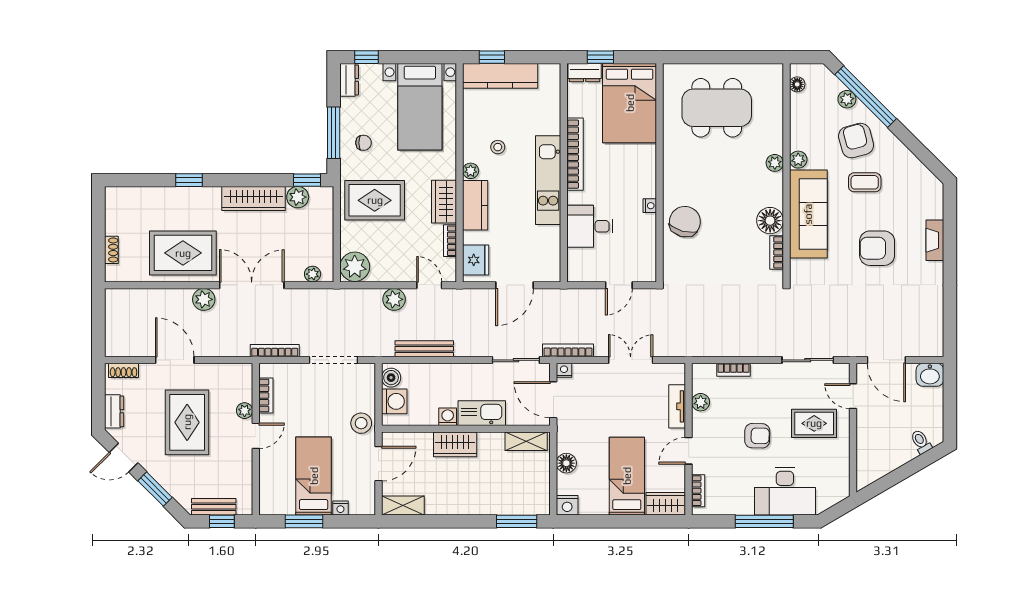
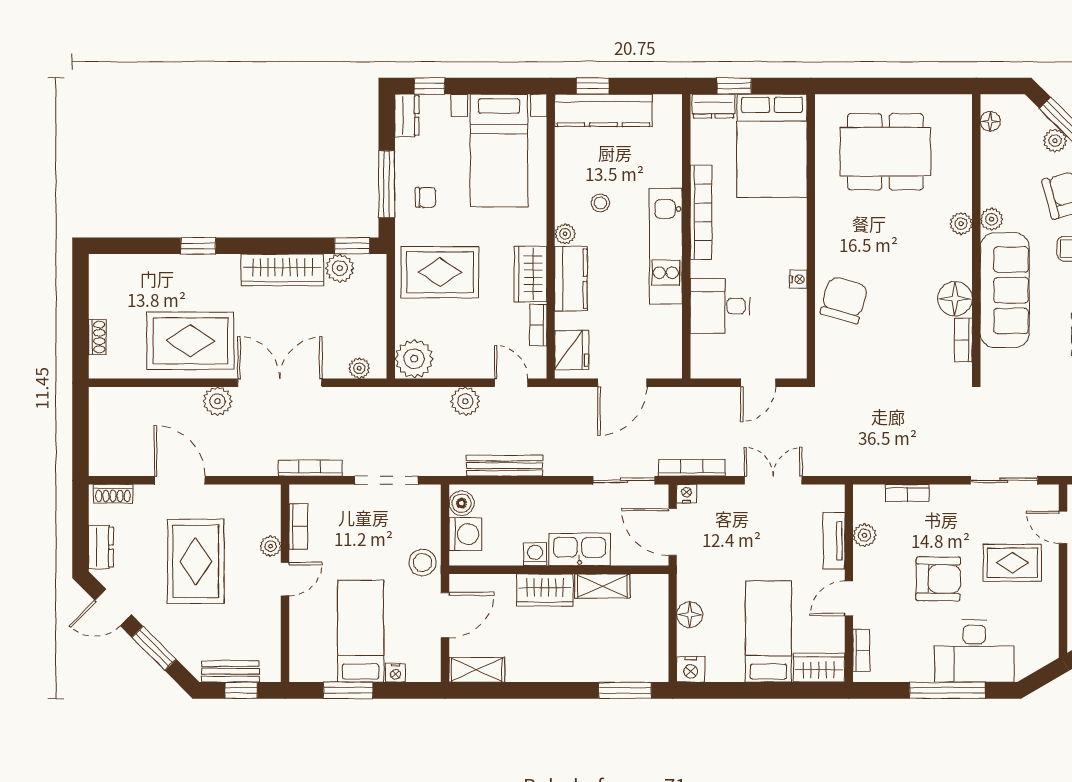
armchair: (757, 436) -> (938, 579), width x1.38, depth x1.38
shelving: (526, 441) -> (602, 586), moved

